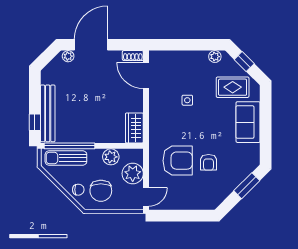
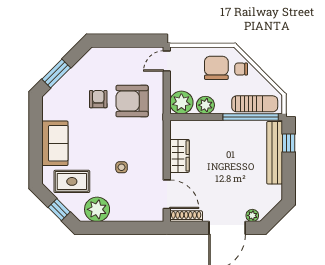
shoe rack: (133, 56) -> (186, 216), width x1.43
plant: (215, 57) -> (97, 209), width x1.88, depth x1.88
wardrobe: (134, 128) -> (180, 156), moved
plant: (133, 174) -> (181, 102), moved

